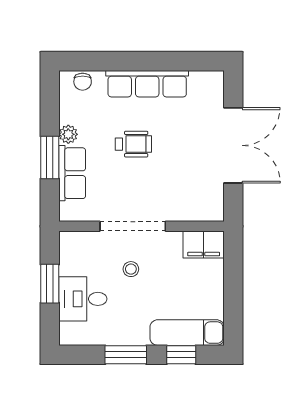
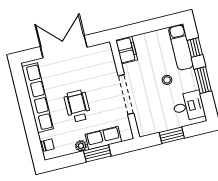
row of seats: (147, 84) -> (38, 98), width x1.36
wheelchair: (133, 144) -> (77, 106), width x1.36, depth x1.37
stool: (131, 269) -> (167, 80), moved
desk: (83, 299) -> (188, 106), moved, turned -90

